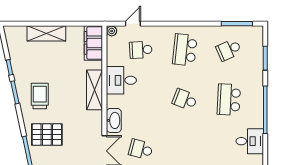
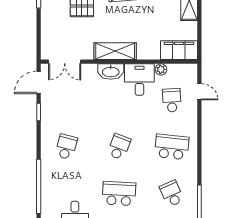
plant: (112, 31) -> (161, 69), moved
shelving: (95, 90) -> (115, 51), moved
washbasin: (114, 120) -> (111, 72), moved
school desk: (141, 149) -> (66, 147), moved

